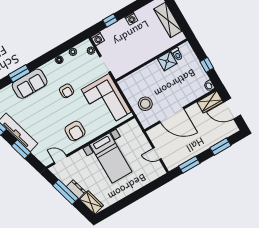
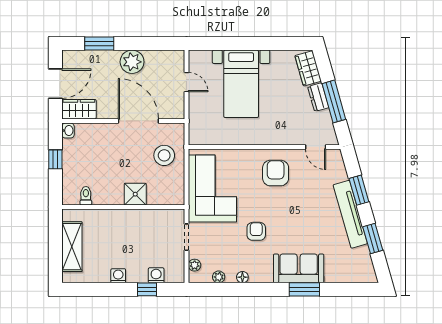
washing machine: (98, 39) -> (156, 275), moved
shower: (167, 61) -> (135, 194), moved
door: (232, 109) -> (55, 84), hinge flipped
plant: (195, 147) -> (132, 62), added
bed with nightstands: (111, 158) -> (241, 84), moved, turned 180
window: (189, 165) -> (153, 43), removed

